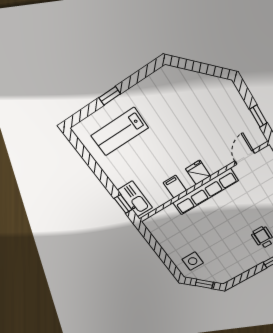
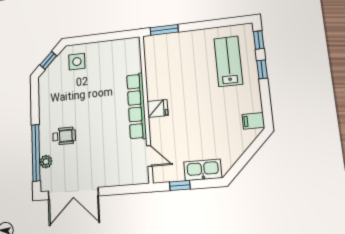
window: (83, 114) -> (259, 40), added
filing cabinet: (175, 187) -> (253, 121), moved, turned 180
kitchen sink: (135, 199) -> (203, 170), moved, turned 180
window: (123, 204) -> (164, 30), width x1.50

